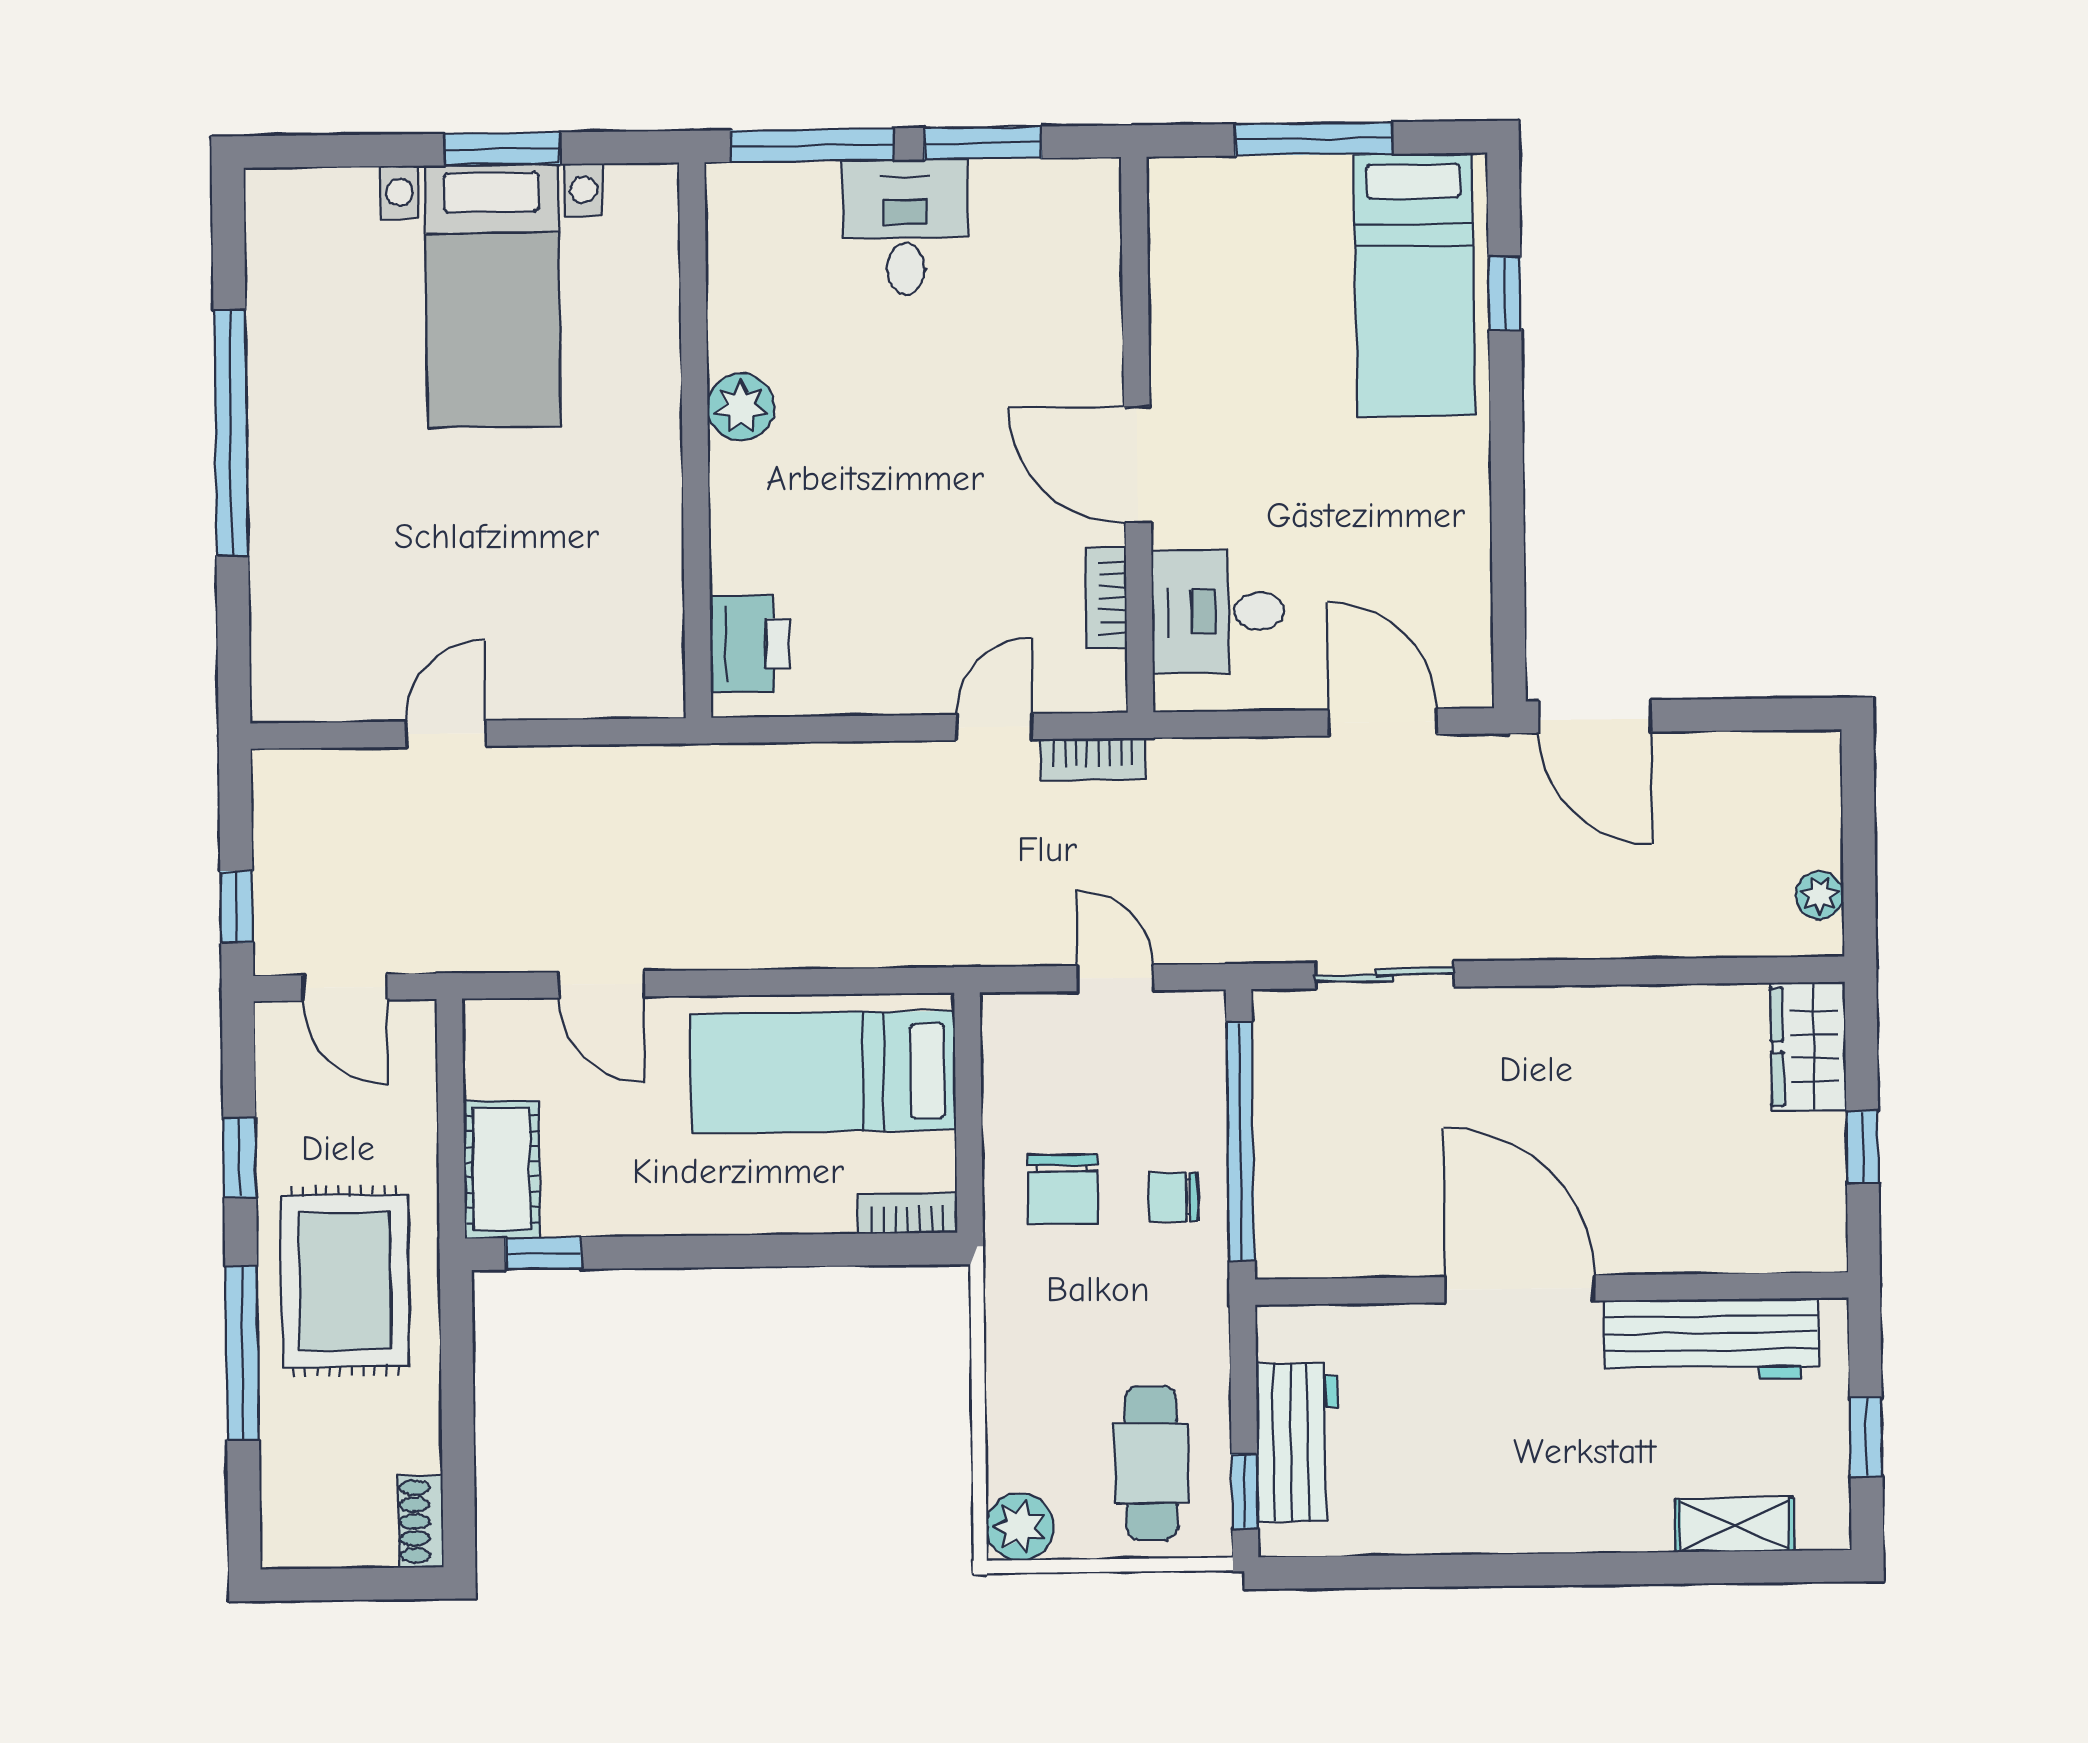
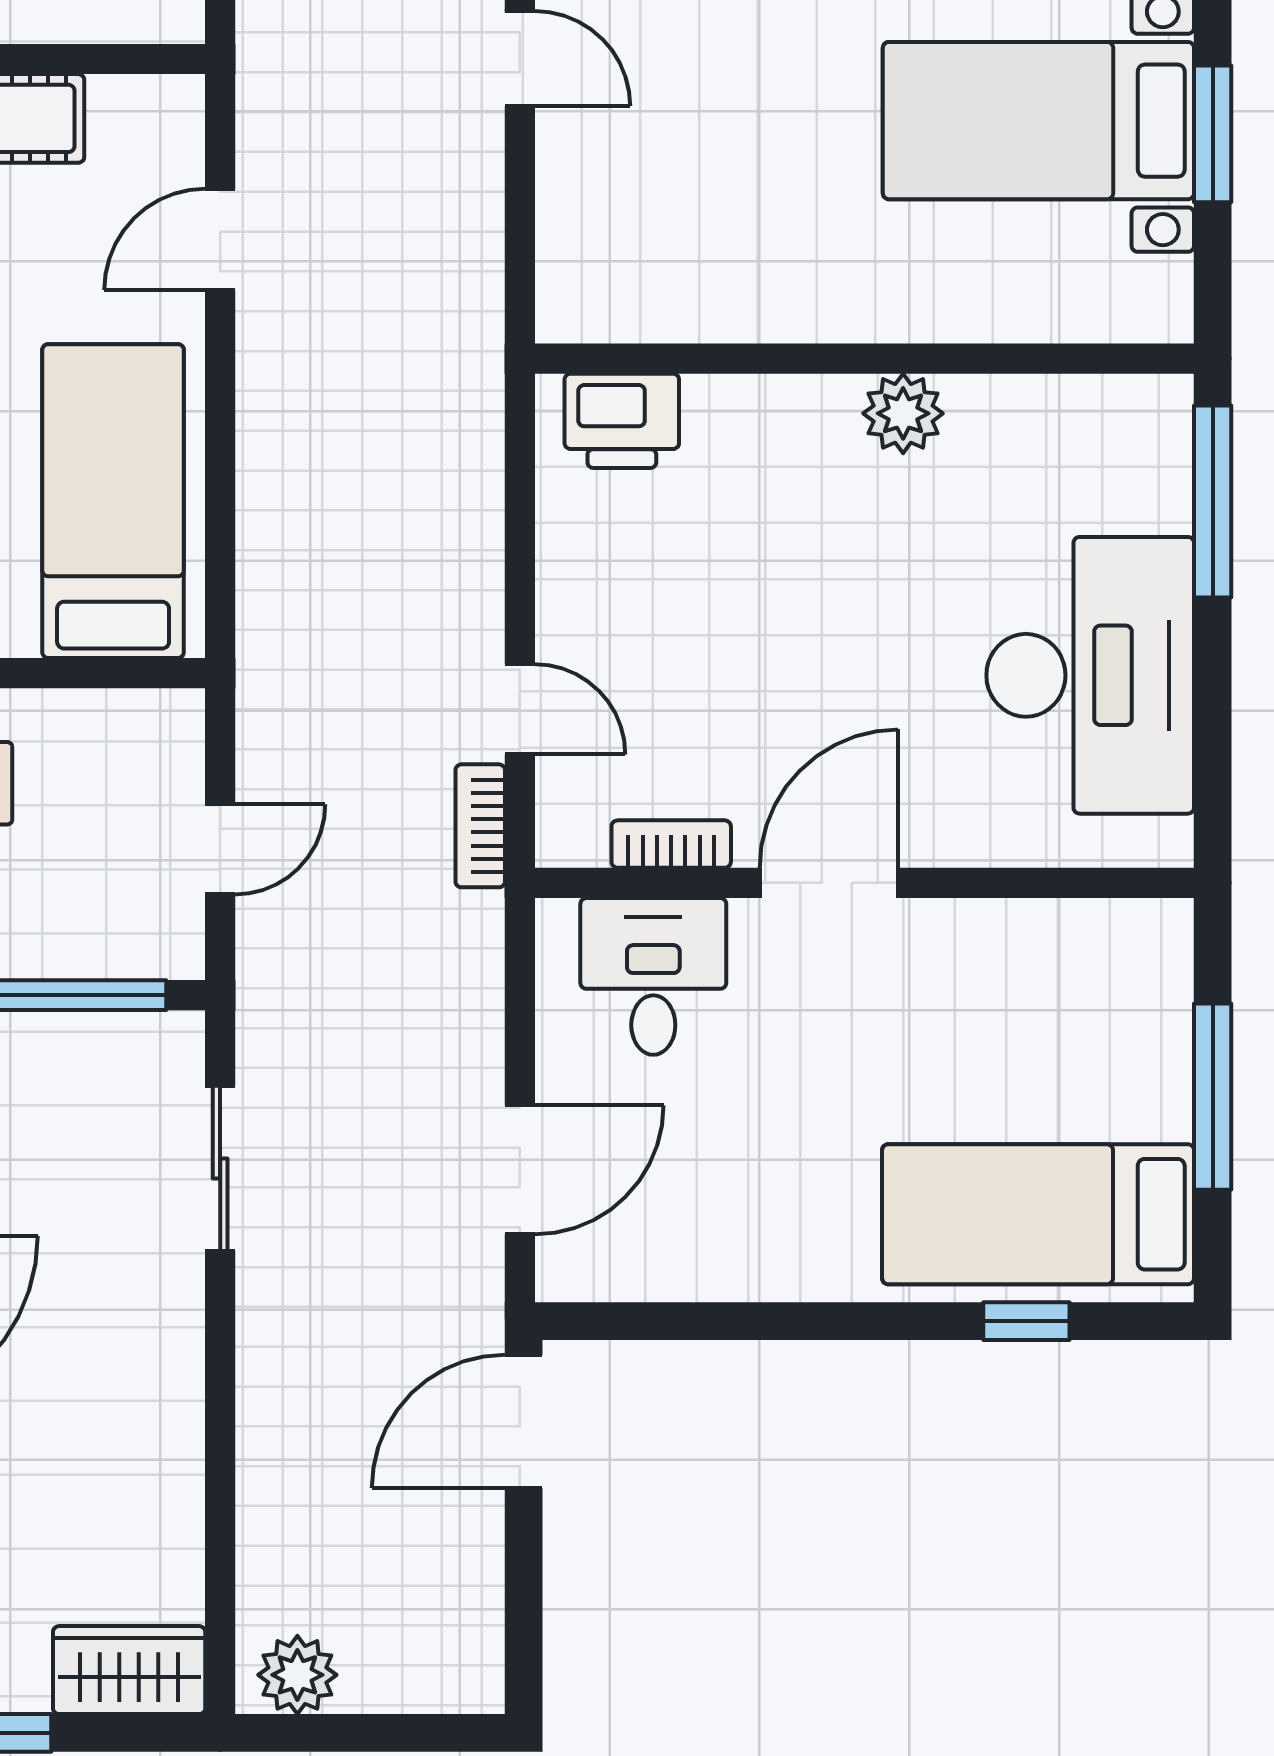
window: (983, 143) -> (1213, 704), removed
desk: (905, 227) -> (1090, 675), width x1.87, depth x1.30
plant: (1820, 895) -> (297, 1675), width x1.38, depth x1.38

